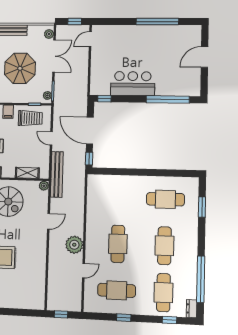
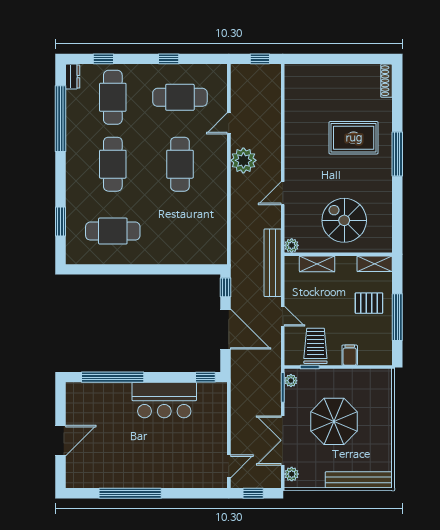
trolley: (30, 118) -> (315, 346), turned 90

